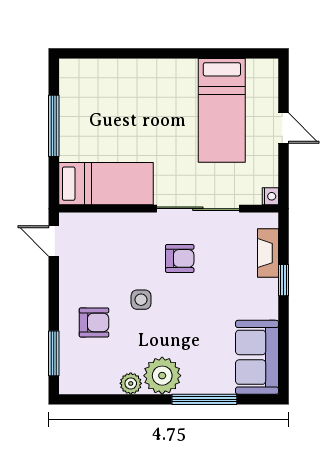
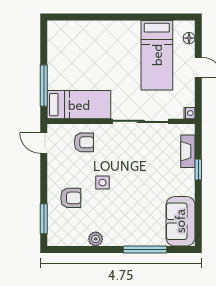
floor lamp: (270, 85) -> (189, 38), added
window: (54, 126) -> (44, 86), moved
armchair: (180, 258) -> (84, 142), moved
plant: (162, 376) -> (117, 234), removed

